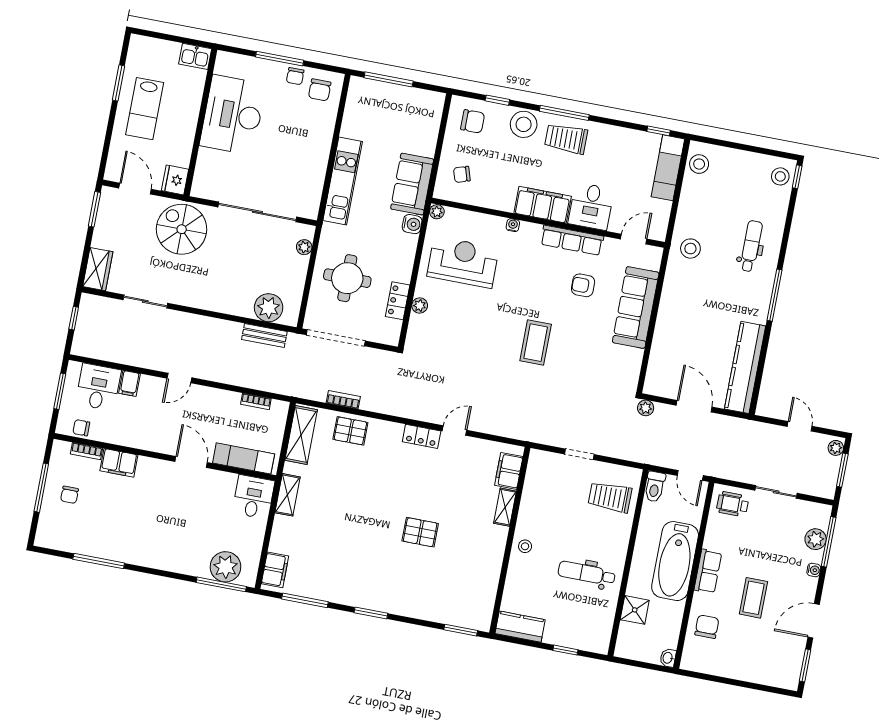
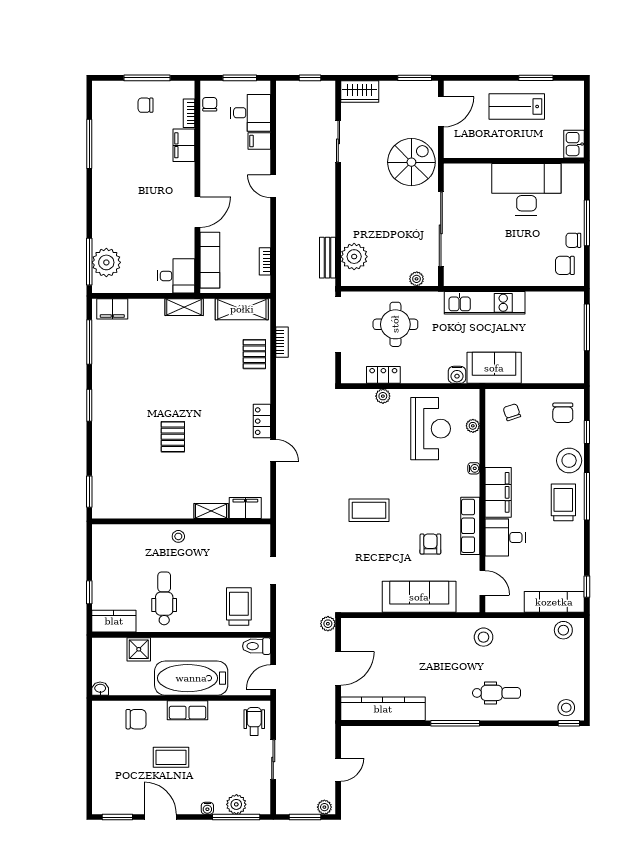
fridge: (175, 180) -> (456, 147), removed
plant: (437, 212) -> (473, 426), moved
kitchen counter: (520, 627) -> (114, 621), moved, turned -90

